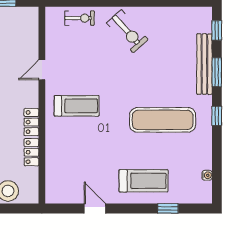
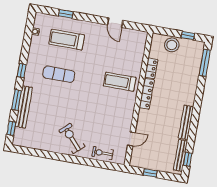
door: (42, 70) -> (131, 139), moved
treadmill: (77, 106) -> (120, 82), moved
exercise mat: (163, 120) -> (59, 74), width x0.73, depth x0.69
locker: (31, 122) -> (147, 94), width x1.53
treadmill: (144, 181) -> (67, 40), moved

